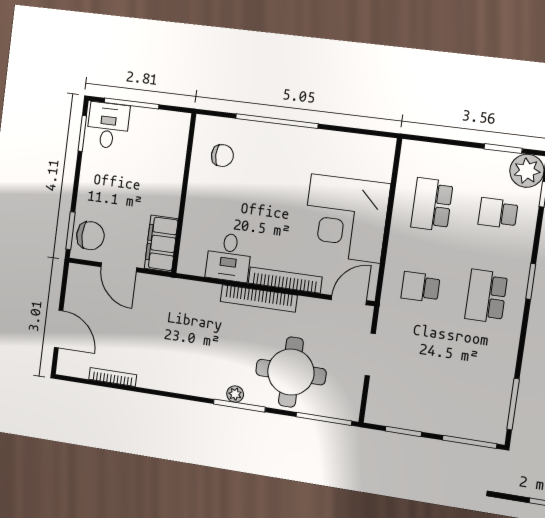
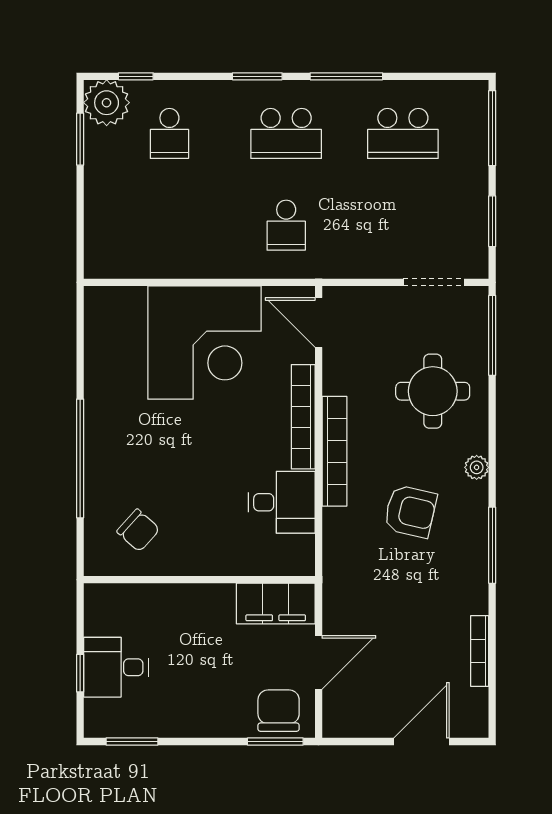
window: (132, 103) -> (80, 673), width x0.46
desk: (108, 125) -> (116, 667), moved
chair: (222, 156) -> (138, 530), turned 132
school desk: (432, 205) -> (403, 133), moved
armchair: (211, 344) -> (410, 511), added
doorway: (370, 355) -> (434, 282), moved
round table: (291, 372) -> (433, 391), width x0.73, depth x0.73
window: (513, 404) -> (346, 76), moved
window: (239, 406) -> (492, 545), moved

